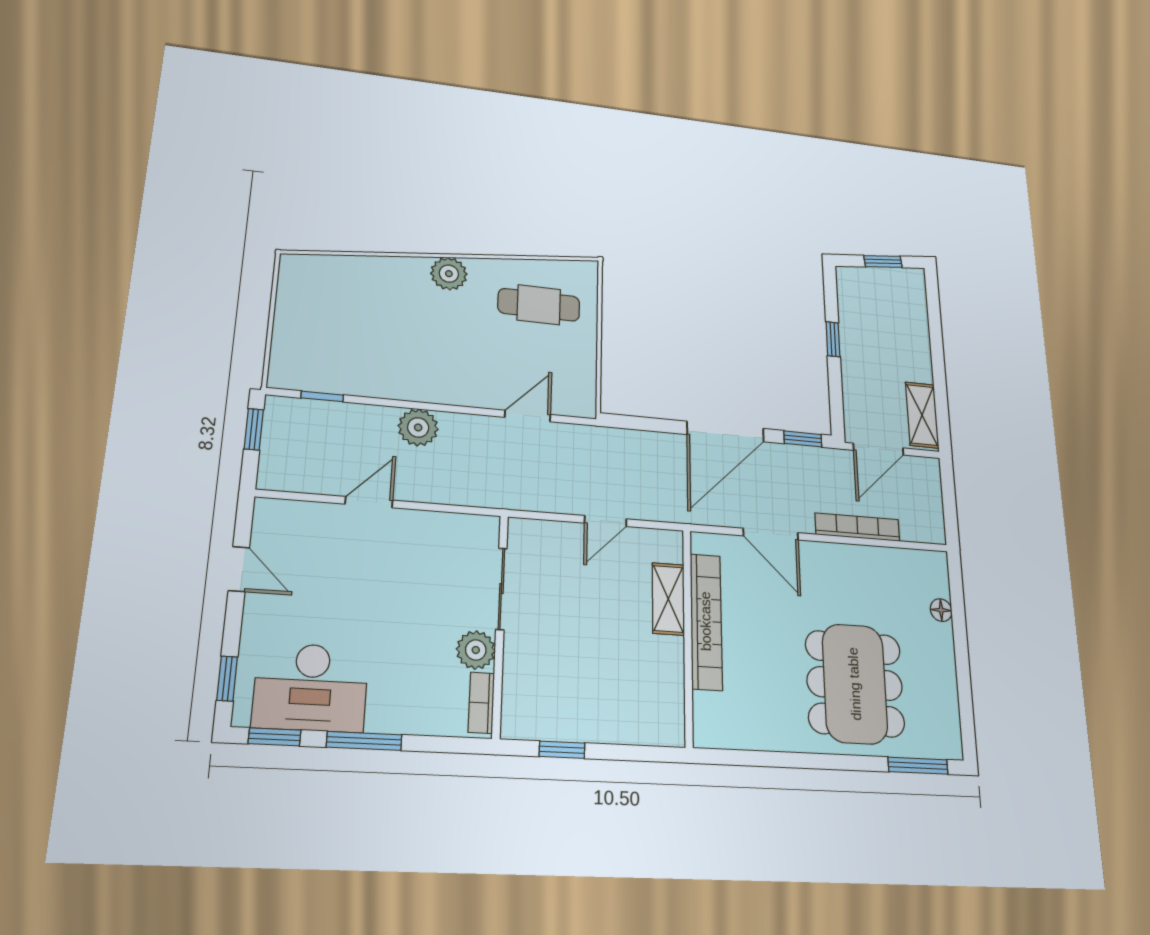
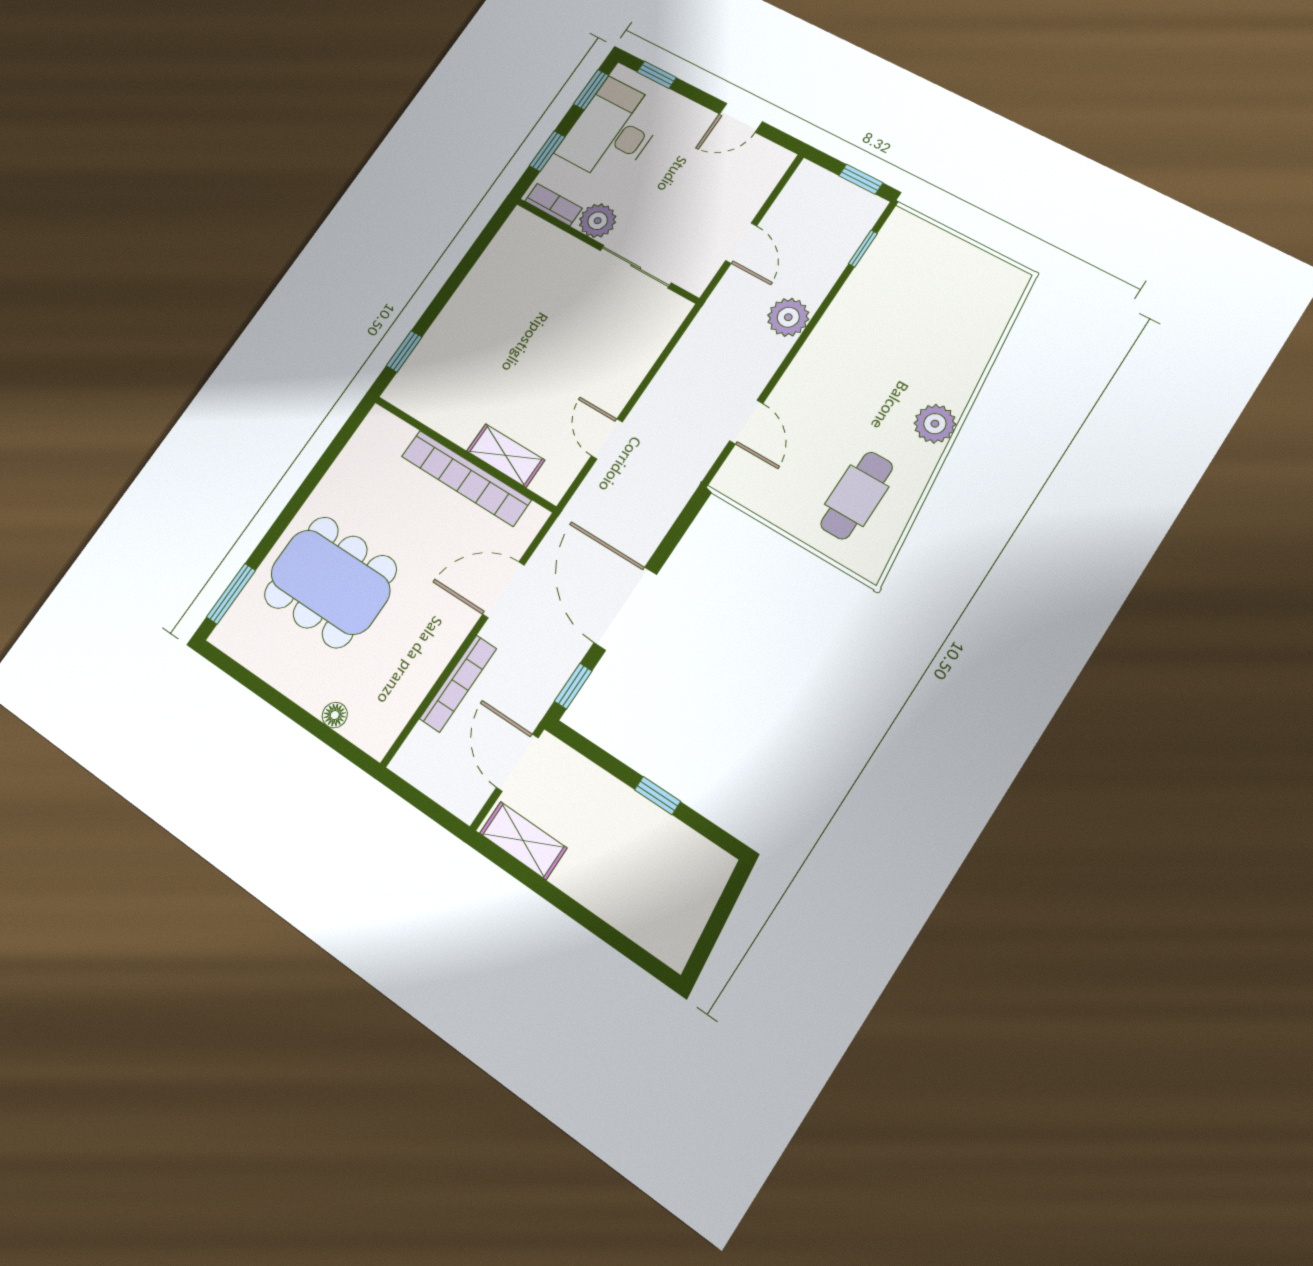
window: (883, 261) -> (715, 926), removed
sliding door: (501, 589) -> (636, 267), moved
wall: (500, 625) -> (606, 250), moved
plant: (476, 650) -> (598, 221), moved
bookcase: (481, 703) -> (553, 205), moved
window: (364, 741) -> (547, 151), width x0.67
window: (562, 750) -> (404, 351), moved

